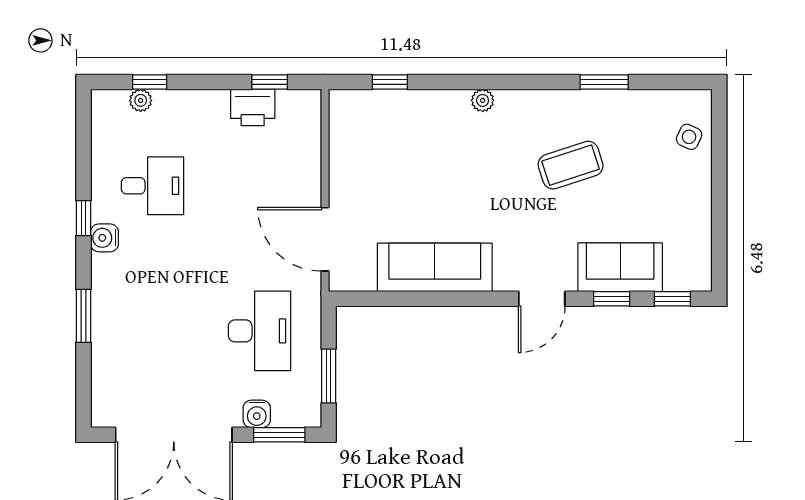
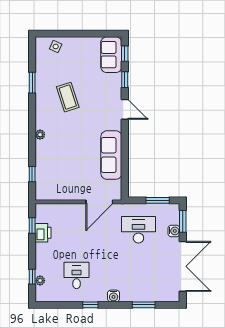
water cooler: (104, 238) -> (114, 296), moved
sofa: (620, 267) -> (111, 55), moved
window: (83, 316) -> (144, 305), moved

